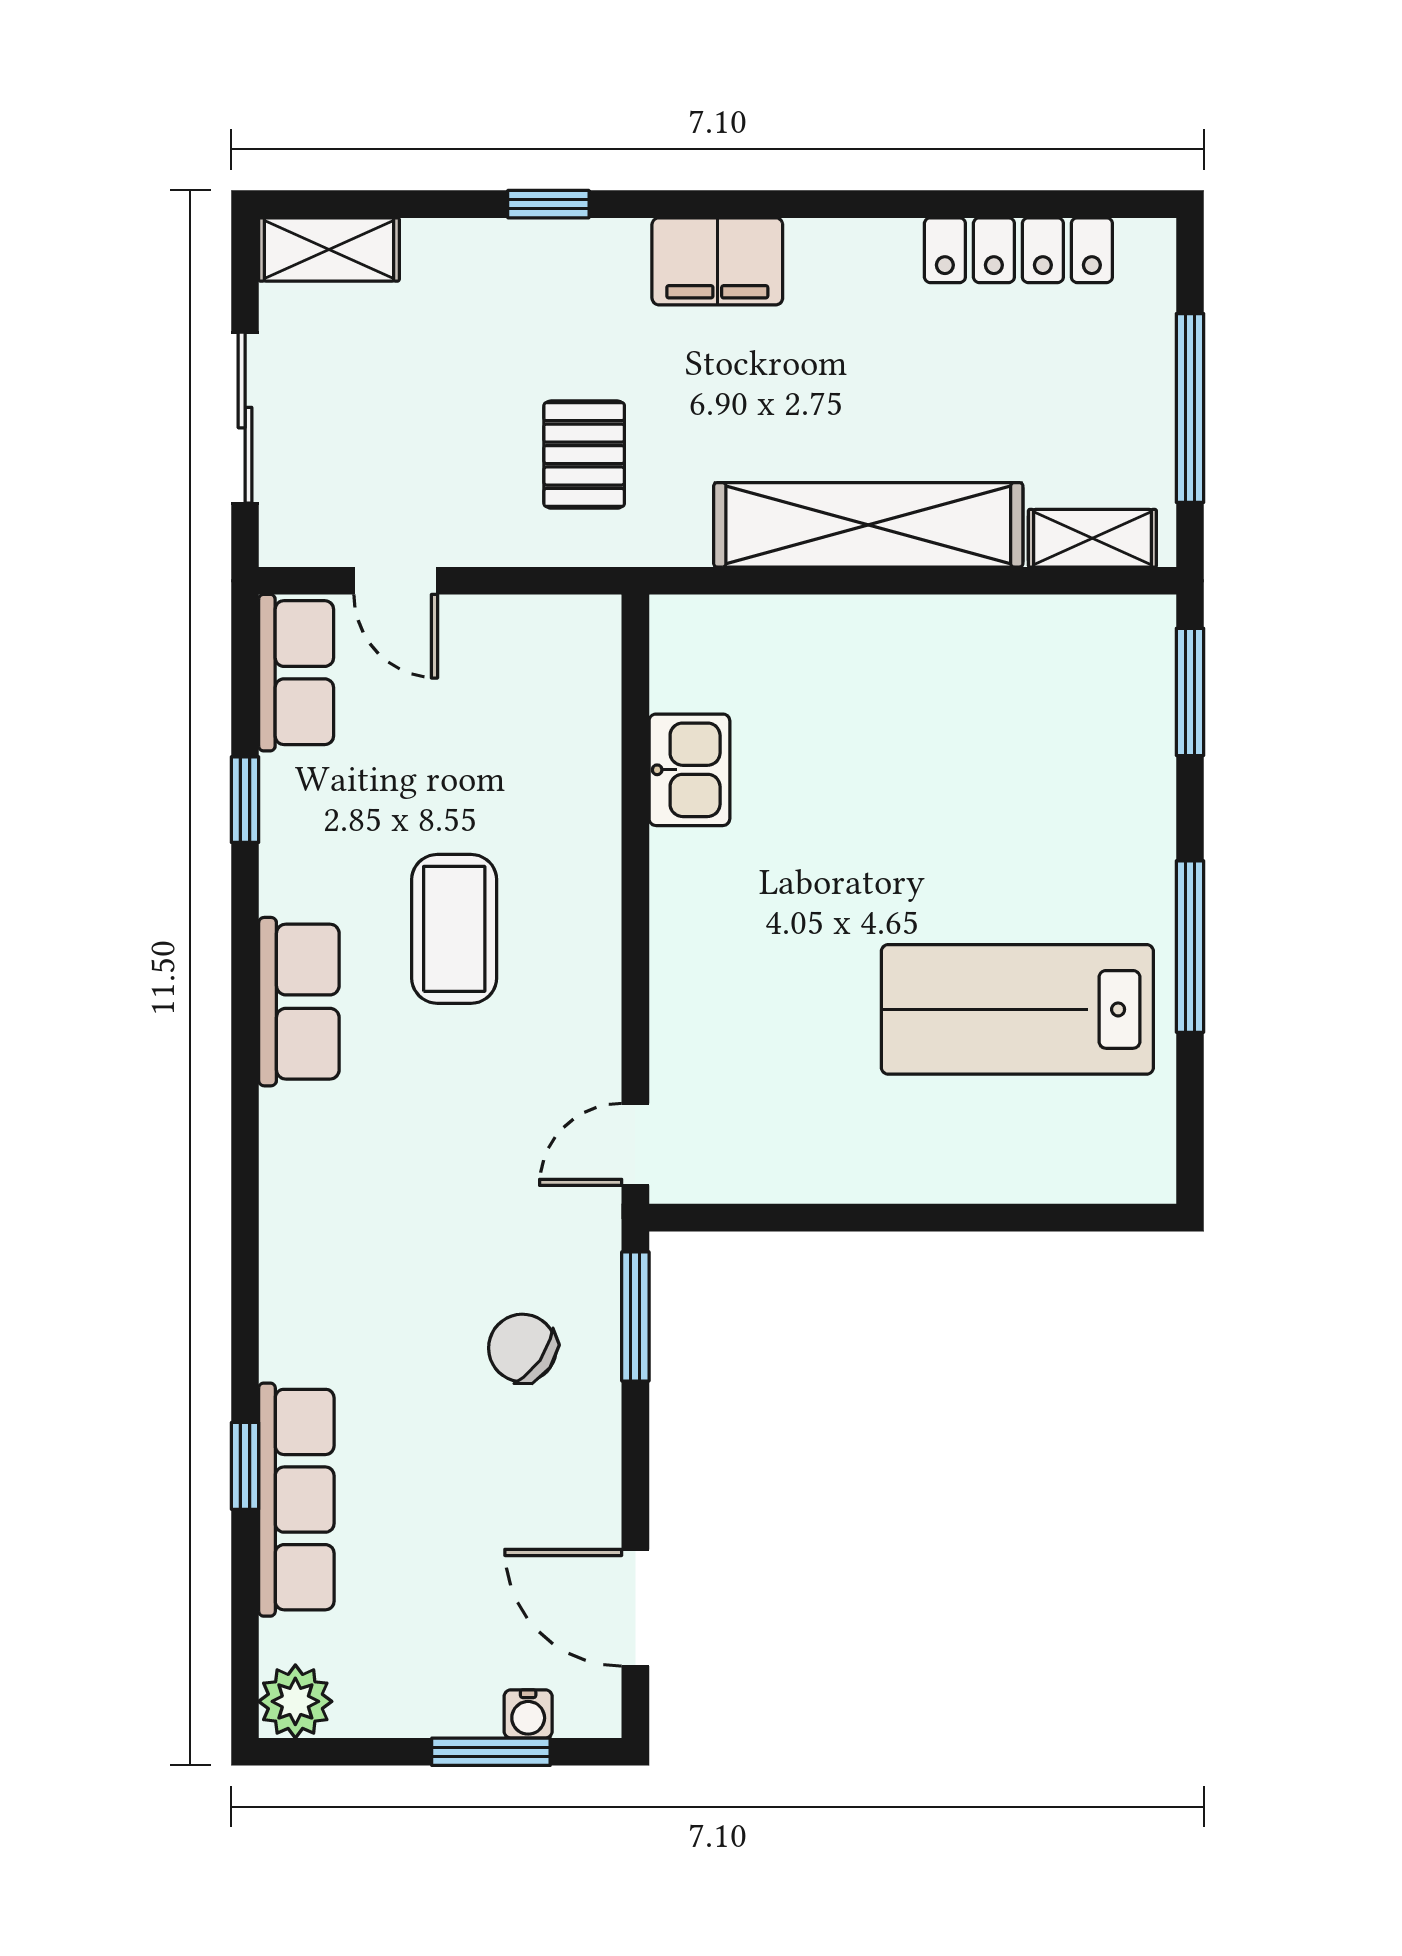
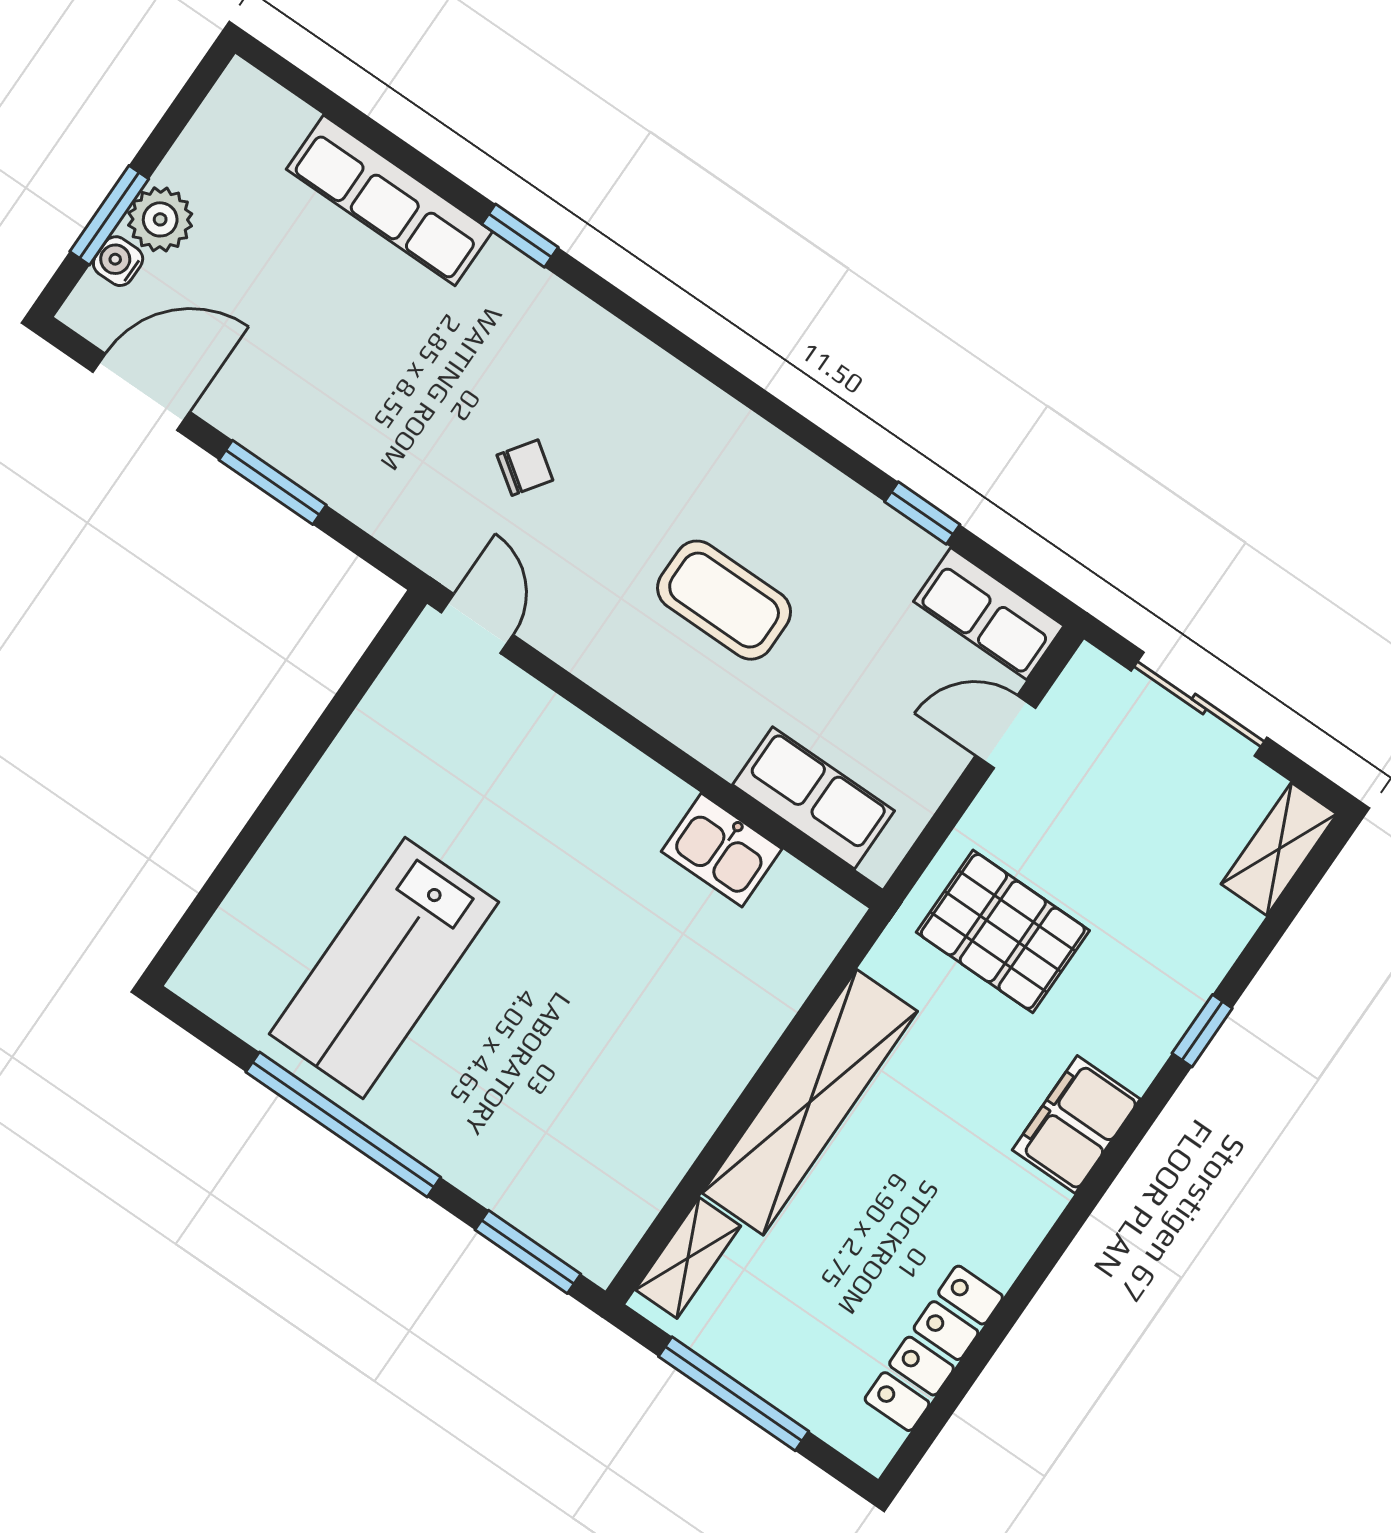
pallet: (584, 455) -> (1003, 931), width x1.50, depth x1.42
window: (1190, 947) -> (343, 1125), width x1.46
row of seats: (299, 1002) -> (813, 798), moved, turned 180
lab bench: (1017, 1009) -> (384, 968), turned 180
window: (635, 1316) -> (273, 482), moved
chair: (522, 1348) -> (525, 468), moved, width x0.73, depth x0.73
window: (245, 1466) -> (520, 236), moved
plant: (295, 1701) -> (160, 219), moved

